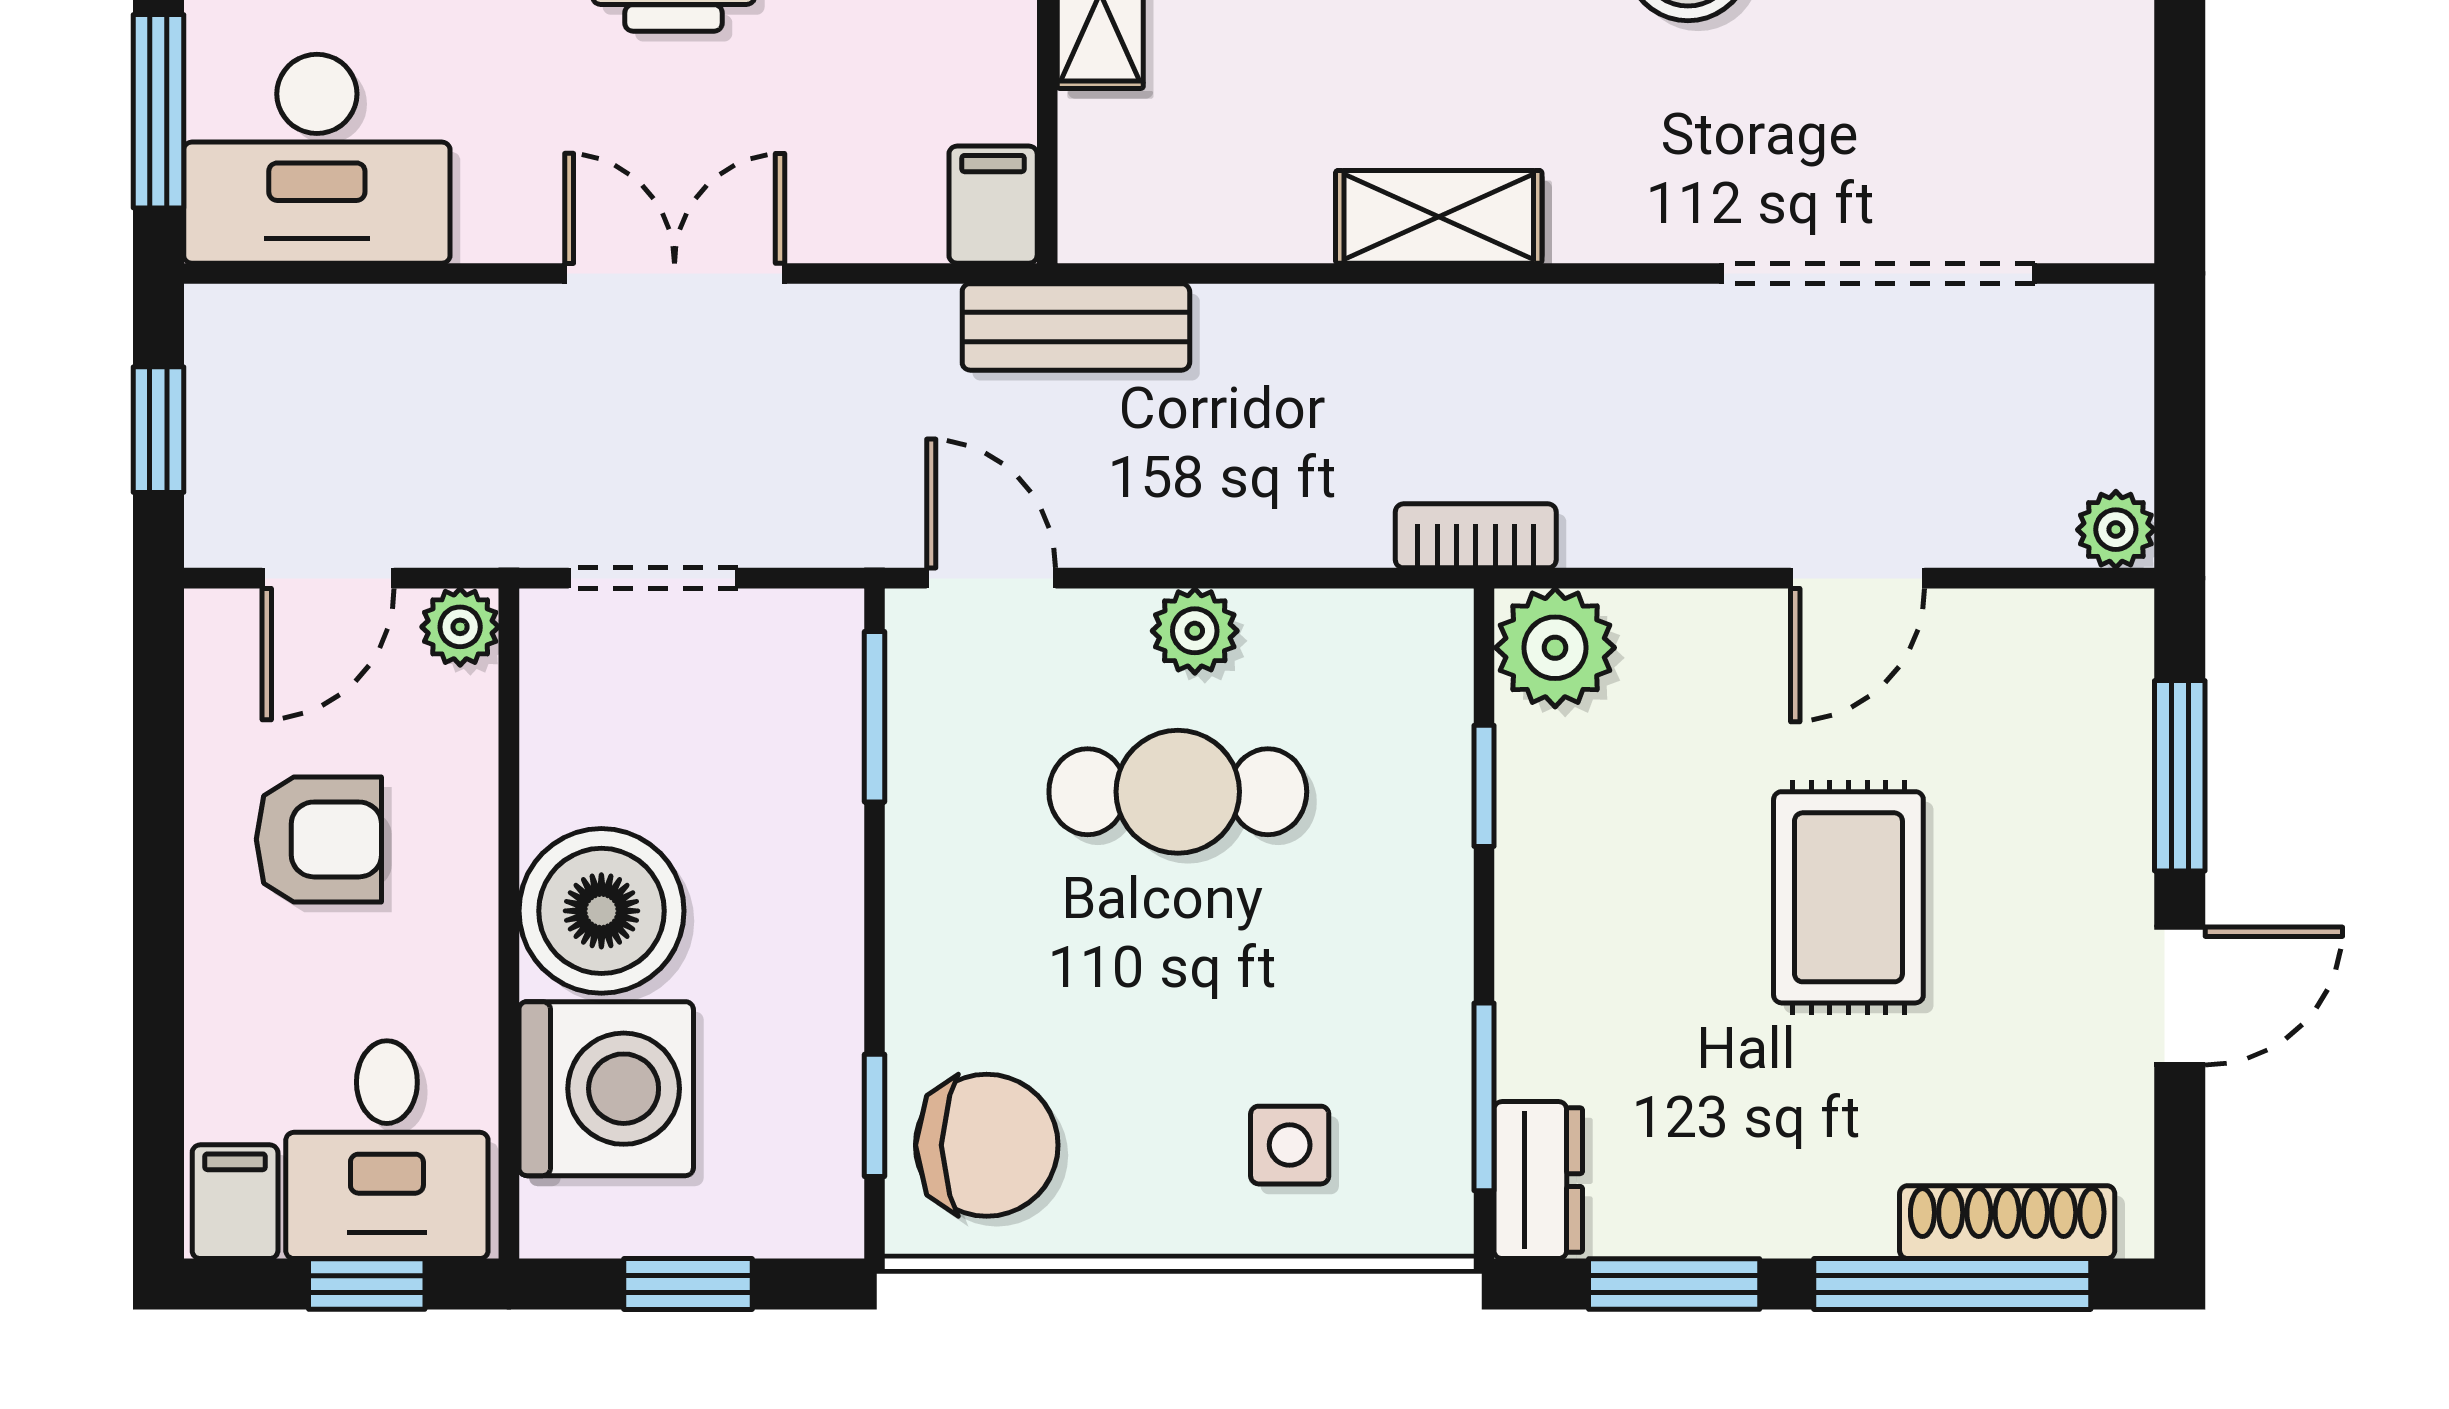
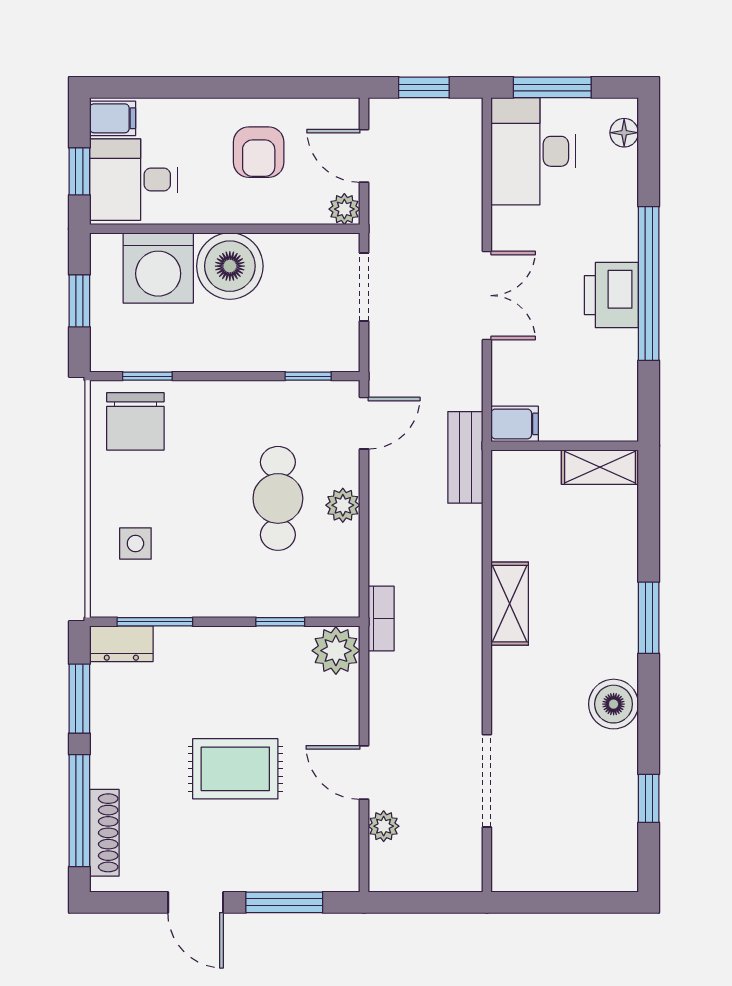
doorway: (1878, 273) -> (487, 781), width x0.73
plant: (2116, 530) -> (384, 826), moved
window: (874, 717) -> (308, 376), width x0.67

